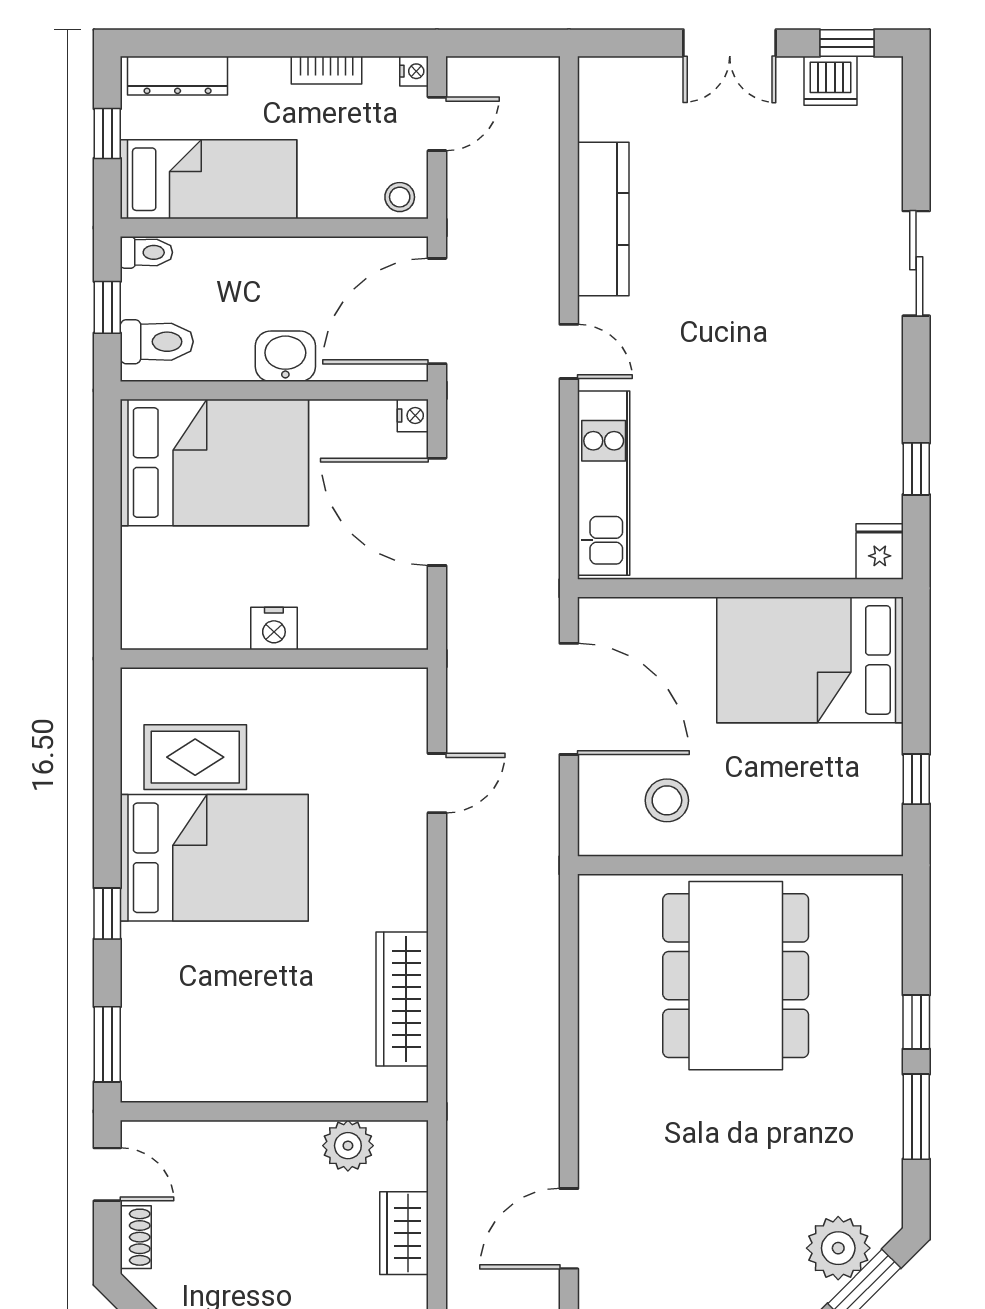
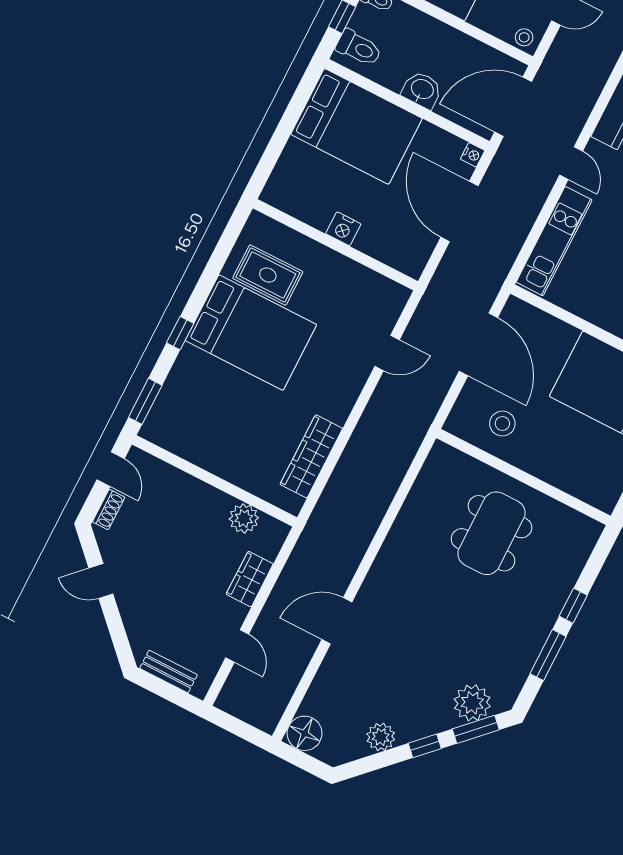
dining table: (736, 976) -> (491, 533), width x0.73, depth x0.80

